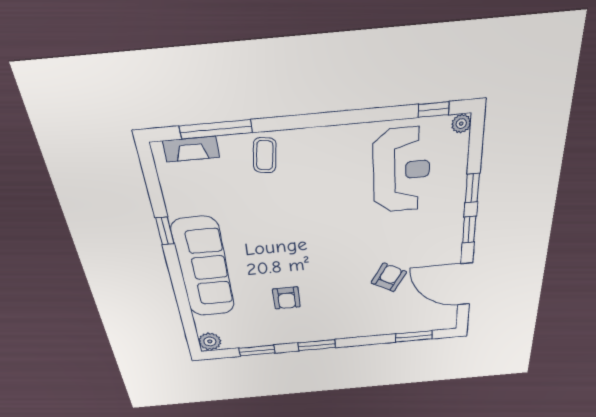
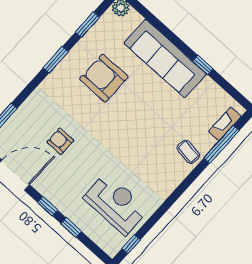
plant: (461, 124) -> (112, 250), removed
reception desk: (401, 171) -> (116, 204), turned 180
armchair: (389, 277) -> (60, 141), turned 150
armchair: (287, 298) -> (104, 78), width x1.88, depth x1.88

